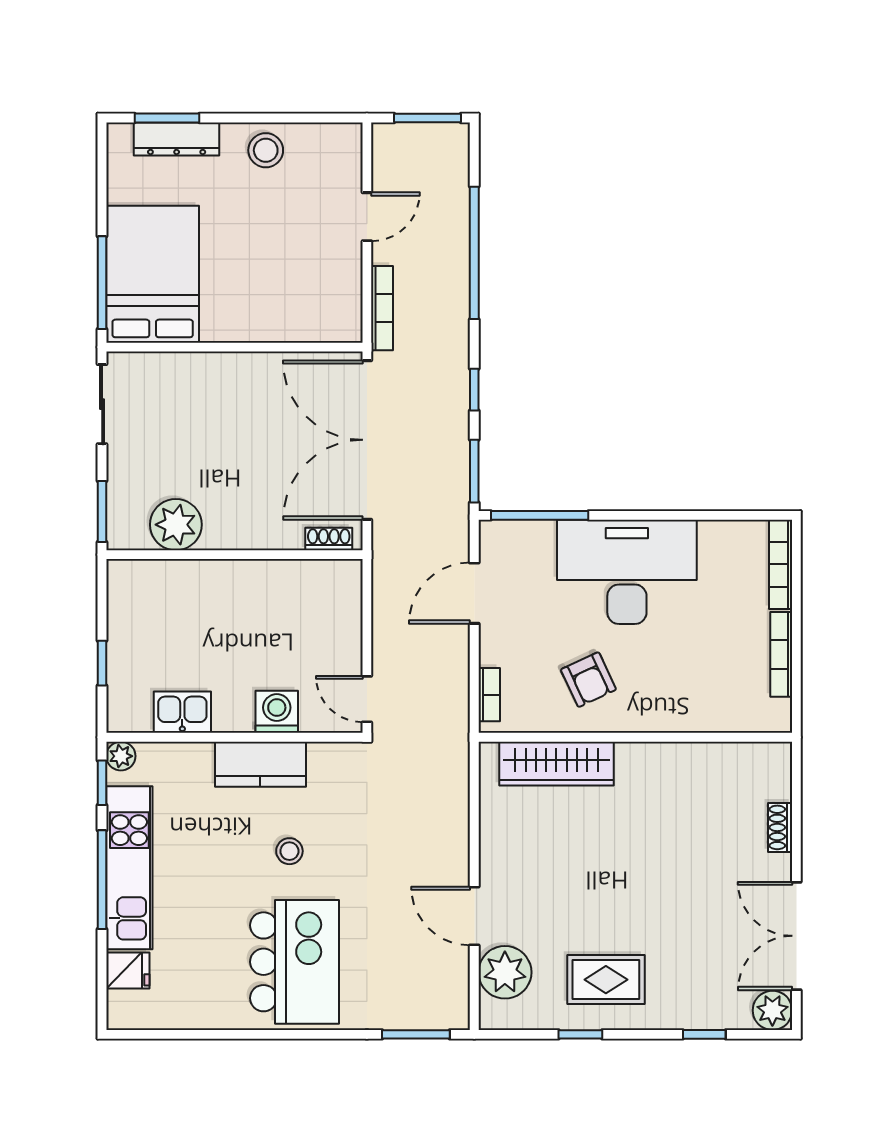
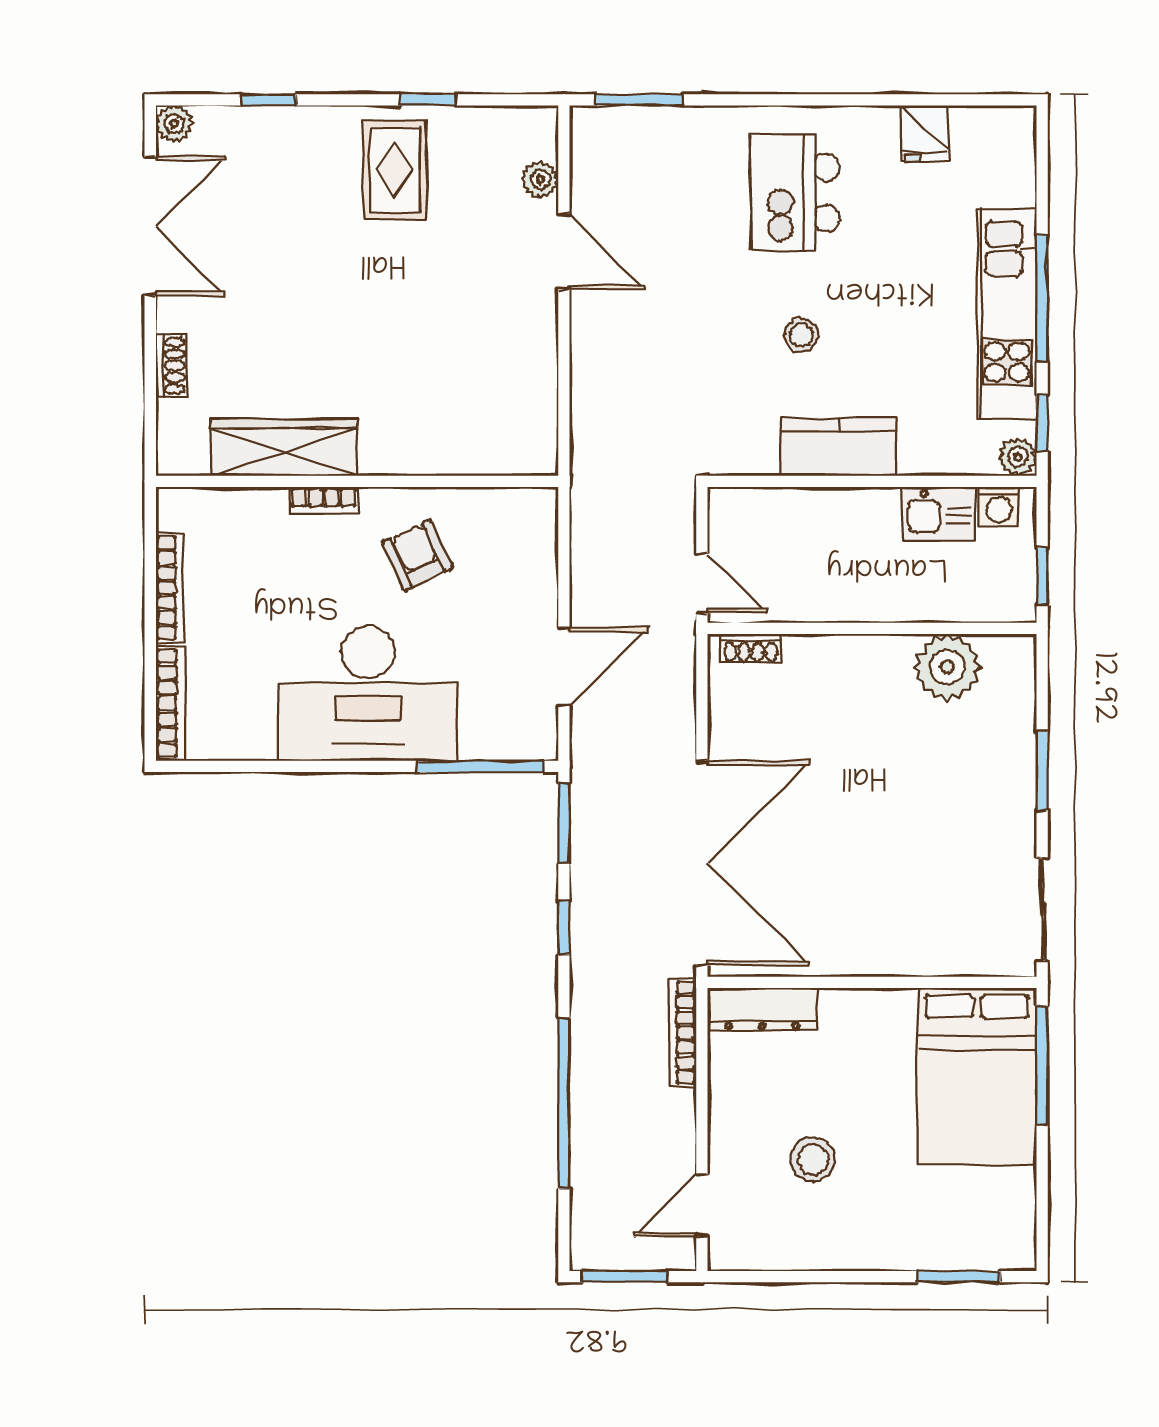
dresser: (177, 139) -> (762, 1009), moved, turned 180
stool: (266, 150) -> (813, 1159), moved
door: (367, 217) -> (702, 1205), moved
plant: (176, 525) -> (947, 667), moved
shoe rack: (329, 539) -> (751, 649), moved
wall: (234, 555) -> (872, 628), moved
bookcase: (489, 695) -> (324, 501), moved, turned -90
door: (367, 699) -> (702, 583), moved
washing machine: (277, 712) -> (999, 507), moved, width x0.73, depth x0.73
wardrobe: (556, 764) -> (284, 447), moved
kitchen island: (295, 962) -> (795, 193), width x0.73, depth x0.78
fridge: (128, 970) -> (925, 133), moved, turned -90
plant: (505, 972) -> (540, 179), width x0.53, depth x0.53
rug: (606, 980) -> (395, 170), turned 90
plant: (772, 1010) -> (174, 124), width x0.73, depth x0.73

